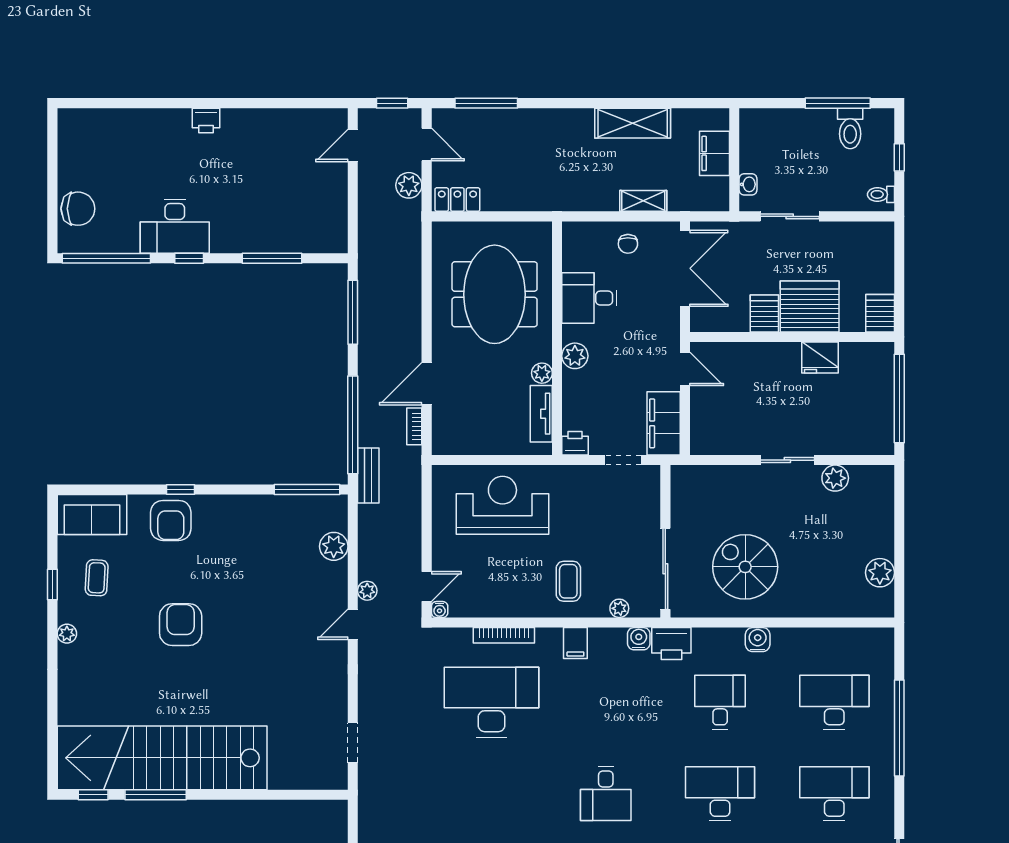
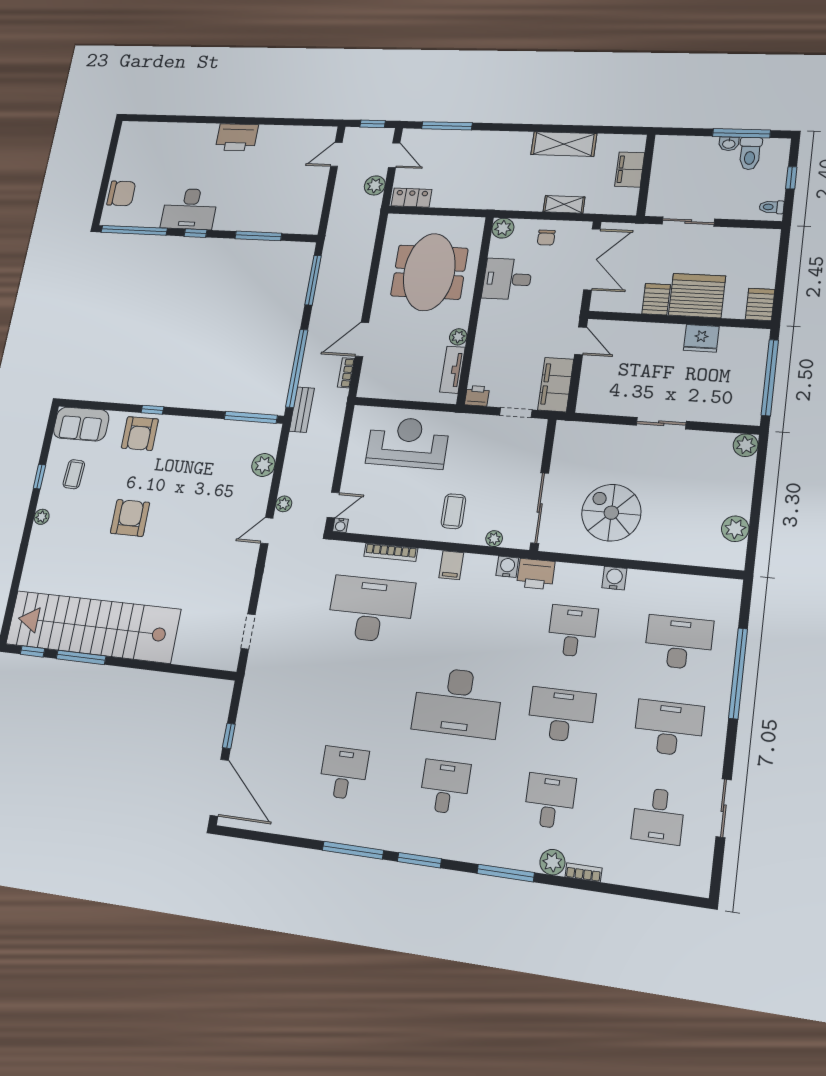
printer: (206, 120) -> (237, 137), width x1.87, depth x1.48
washbasin: (748, 184) -> (729, 144), moved, turned 90
plant: (575, 356) -> (503, 228), moved
plant: (835, 478) -> (746, 445), moved
desk: (606, 794) -> (458, 702), width x1.87, depth x1.30

